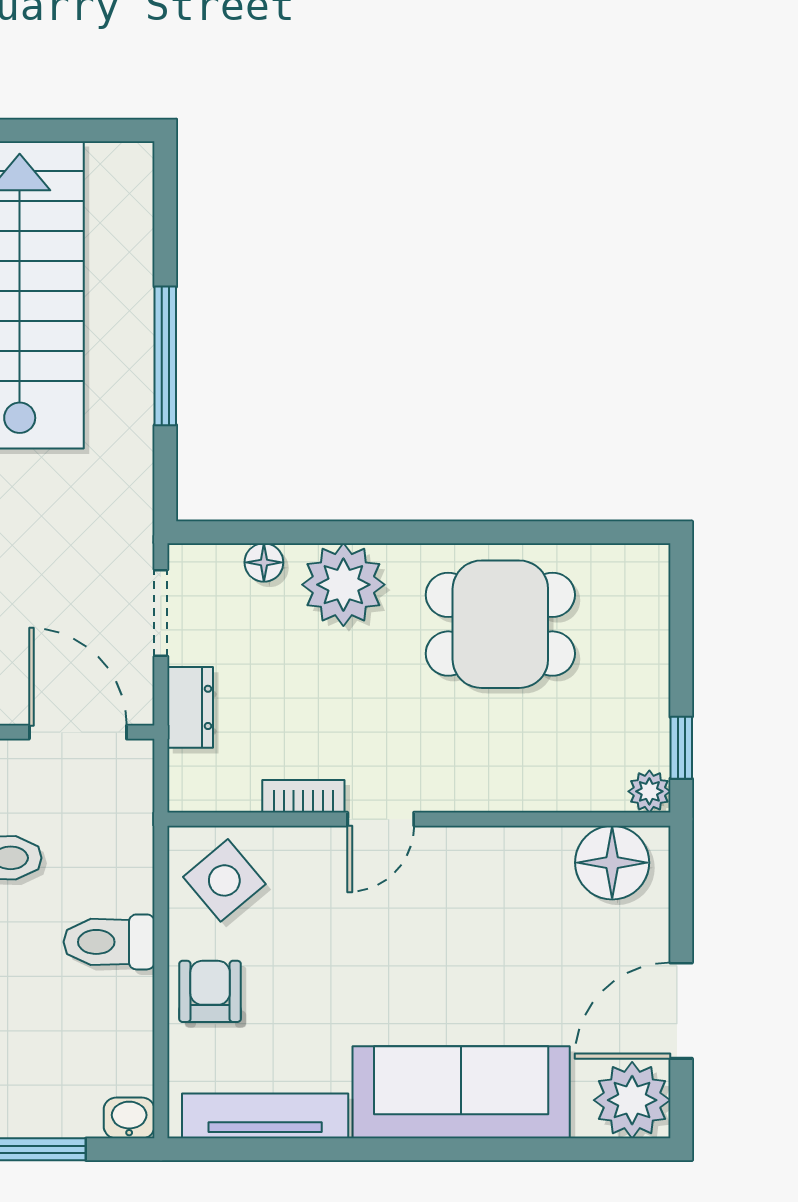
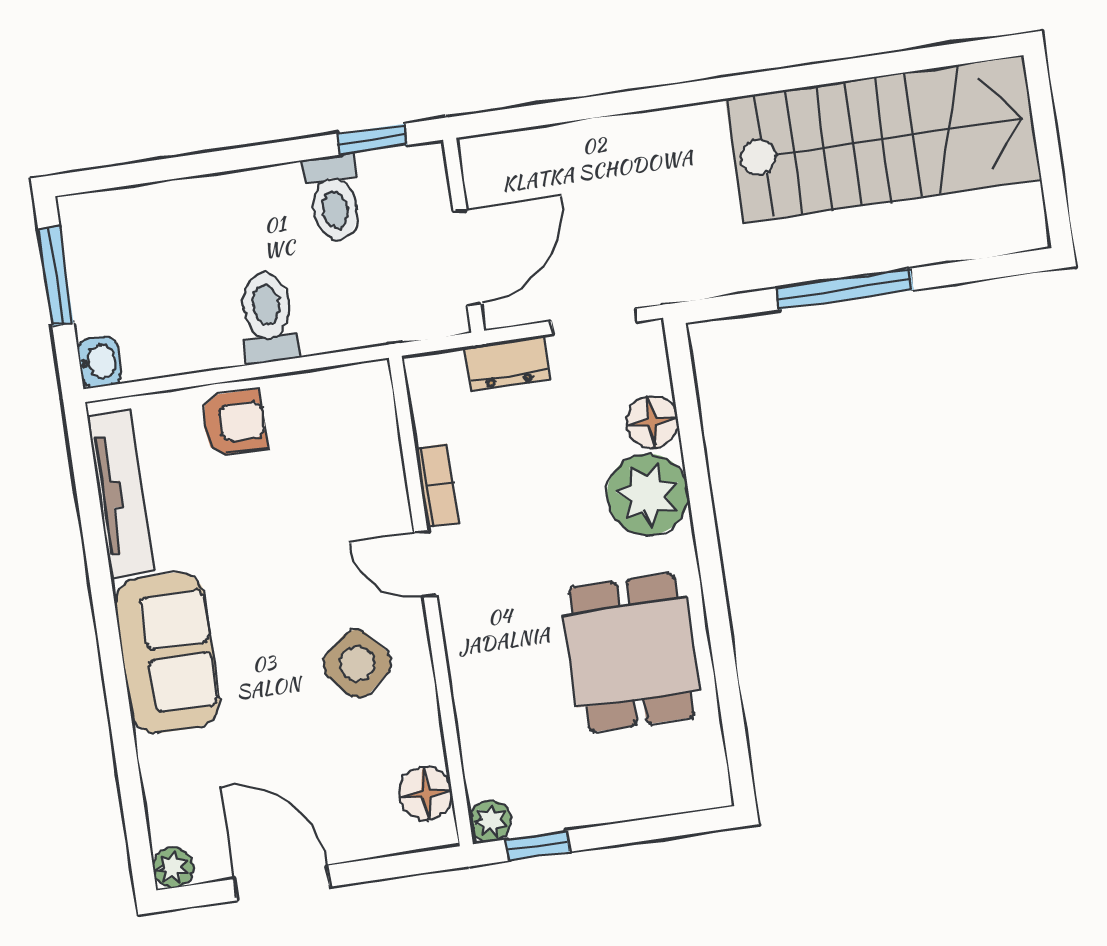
floor lamp: (264, 562) -> (652, 422), width x1.37, depth x1.37
floor lamp: (612, 863) -> (426, 793), width x0.73, depth x0.73
side table: (224, 880) -> (357, 664), moved
sofa: (461, 1092) -> (167, 653), width x0.73
plant: (632, 1100) -> (173, 868), width x0.53, depth x0.53

